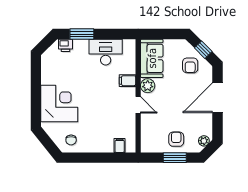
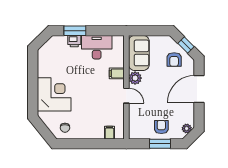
printer: (65, 45) -> (74, 41), moved

